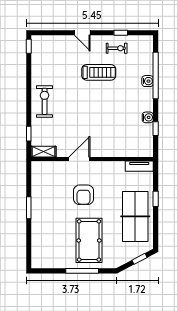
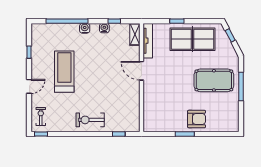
exercise bike: (117, 48) -> (41, 117), moved
treadmill: (99, 72) -> (64, 72), width x1.37, depth x1.38
water cooler: (148, 81) -> (85, 28), moved
shelving: (44, 152) -> (135, 34), moved
door: (79, 159) -> (141, 71), moved
tv unit: (139, 166) -> (148, 41), width x1.41
armchair: (84, 195) -> (197, 119), moved

